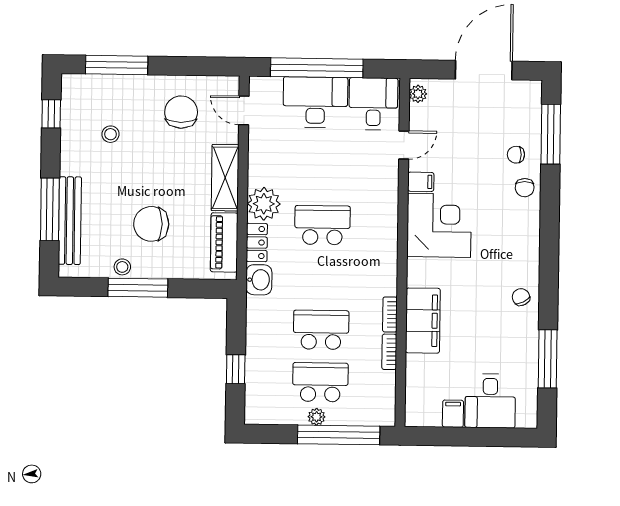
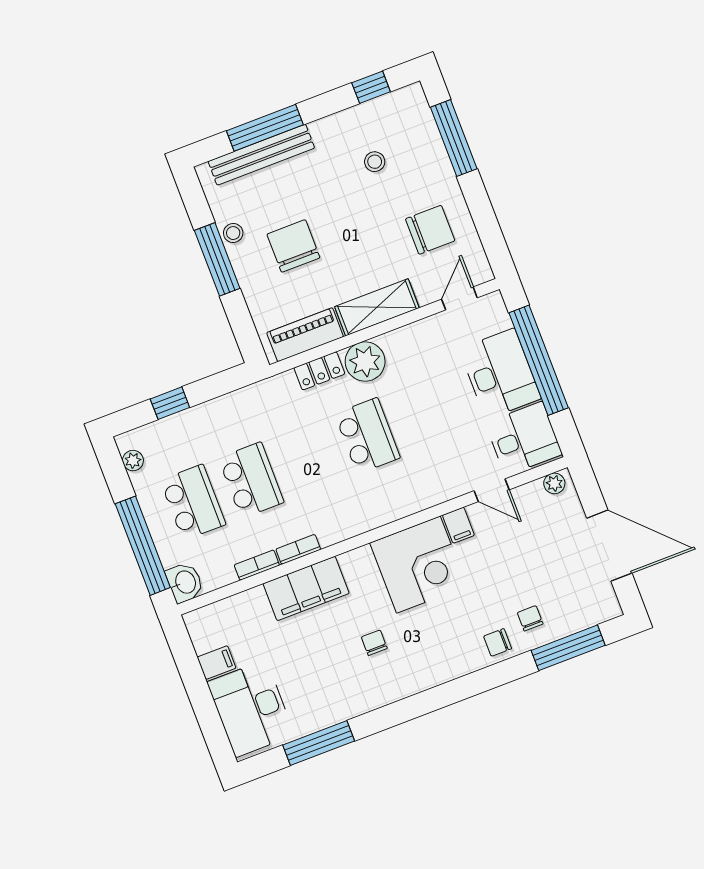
washbasin: (259, 280) -> (185, 582), moved, turned -90
chair: (521, 297) -> (374, 643), moved, turned -63
desk: (490, 401) -> (251, 709), width x1.37
plant: (317, 417) -> (133, 461), moved

